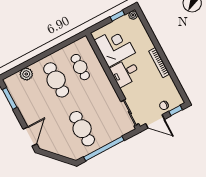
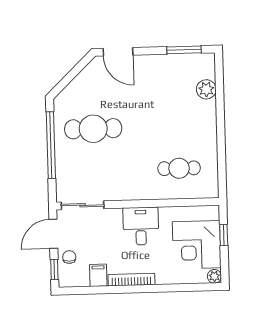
window: (117, 16) -> (224, 235), moved
corner desk: (115, 47) -> (197, 245), moved, turned 90
cafe table: (56, 80) -> (178, 126), removed
filing cabinet: (166, 83) -> (98, 275), added

